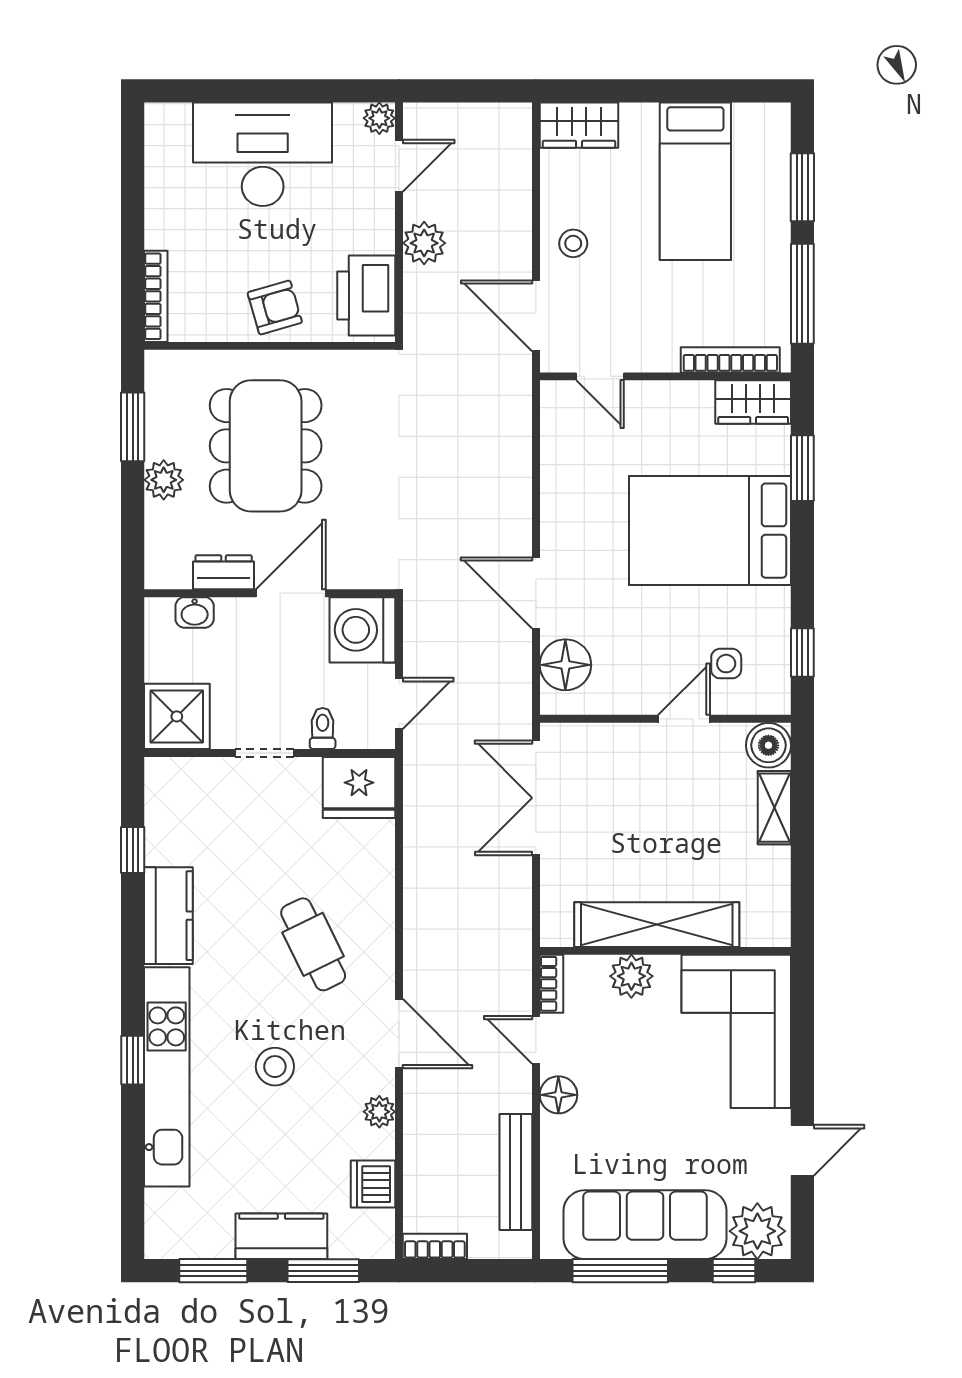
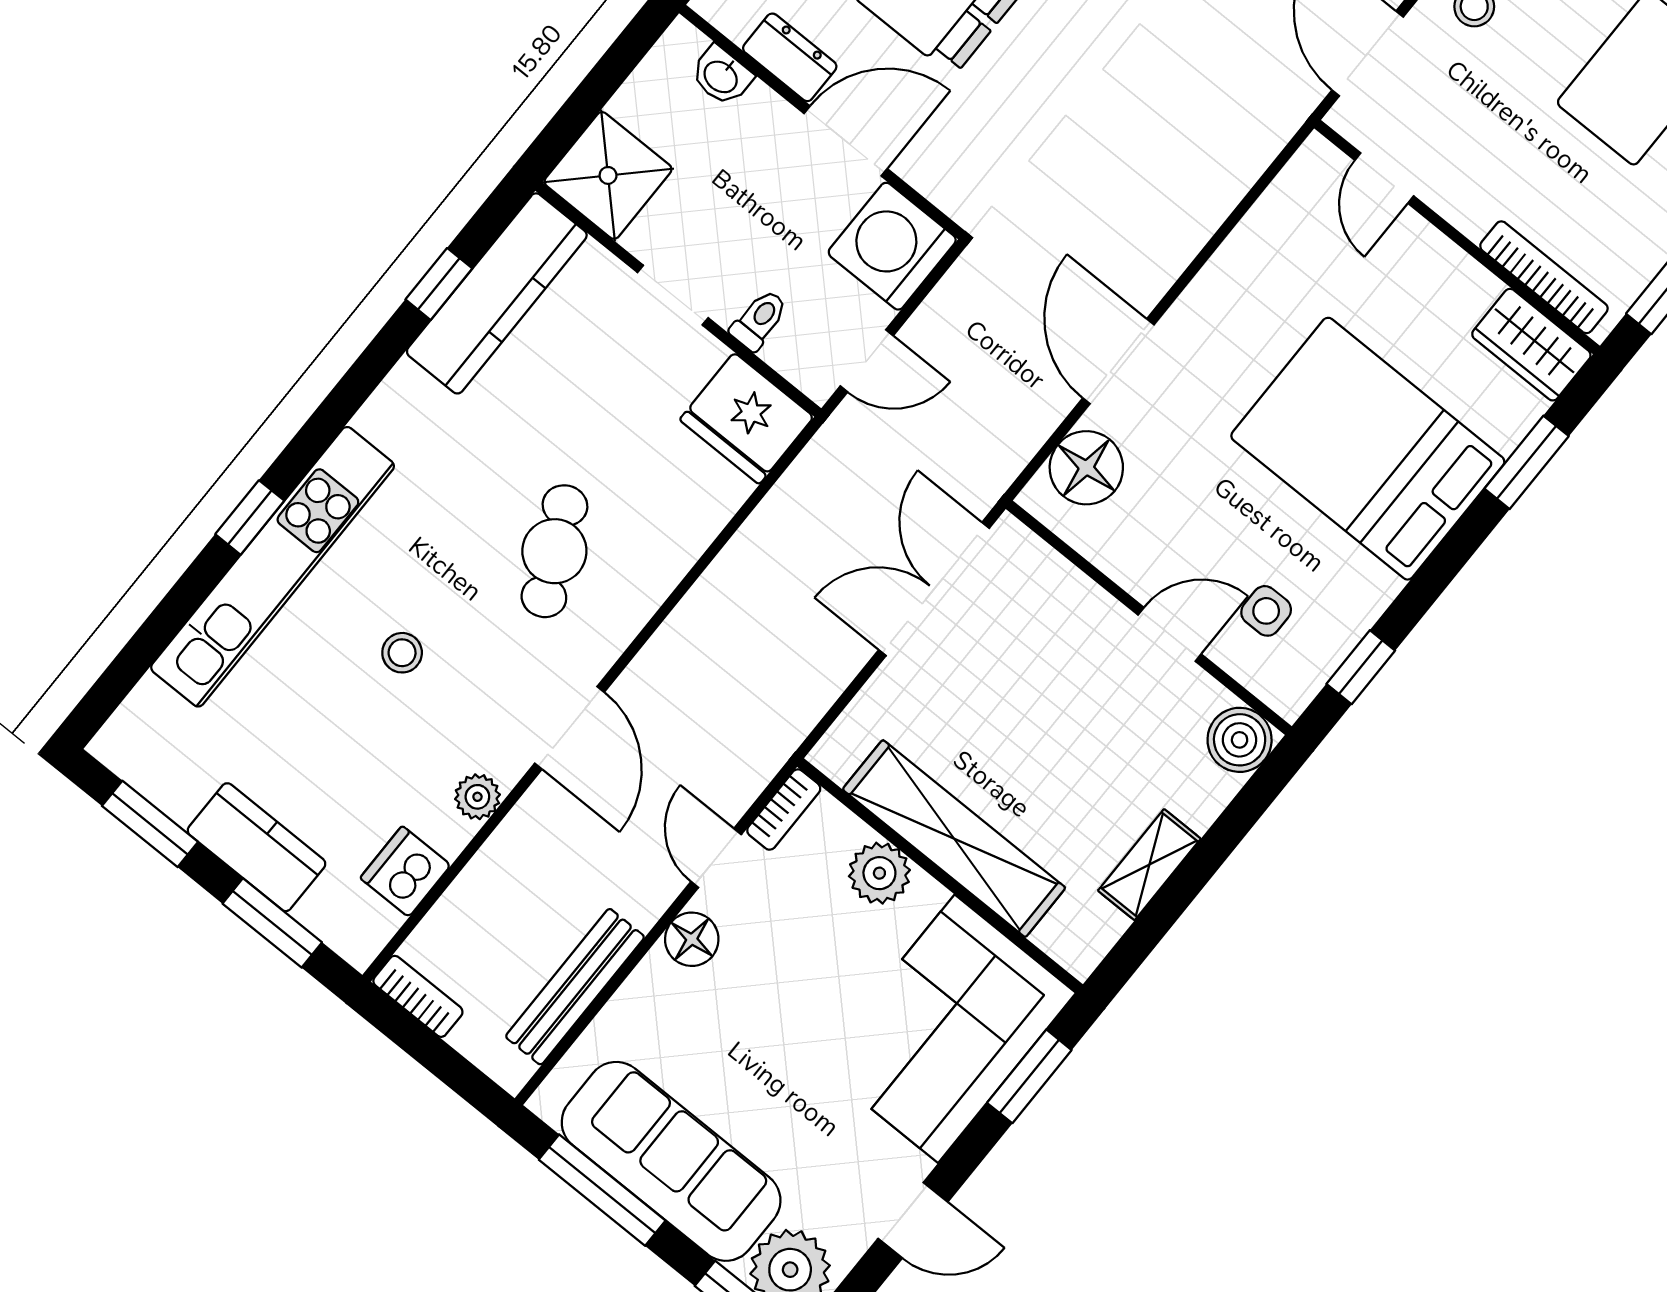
shelving: (774, 808) -> (1149, 865), moved
kitchen counter: (168, 916) -> (497, 293), moved, width x1.50
window: (802, 1021) -> (1029, 1076), added
stool: (275, 1067) -> (402, 653), width x0.73, depth x0.73

